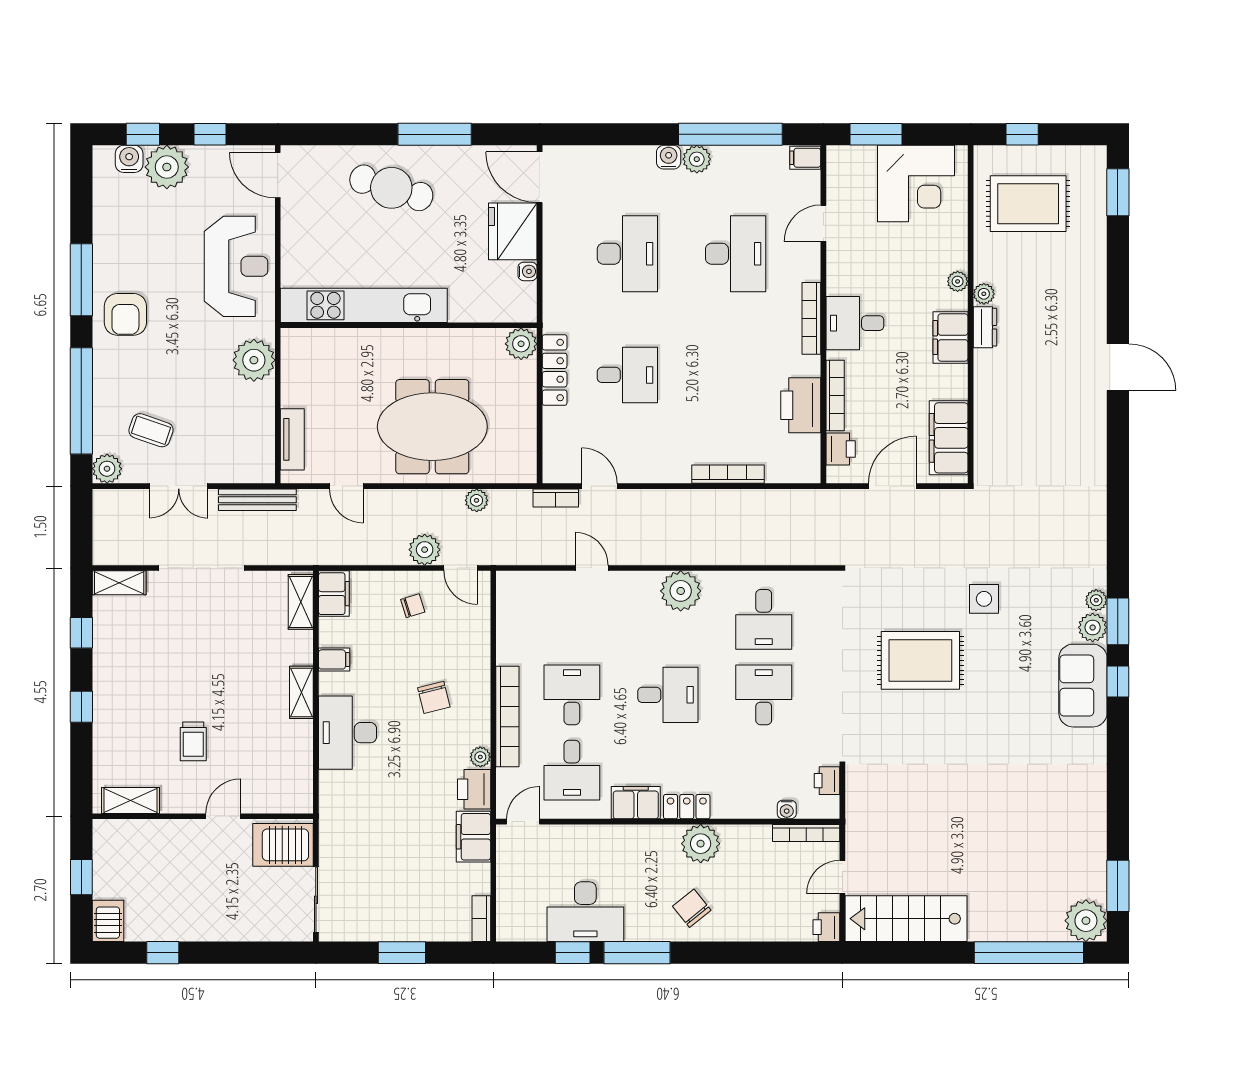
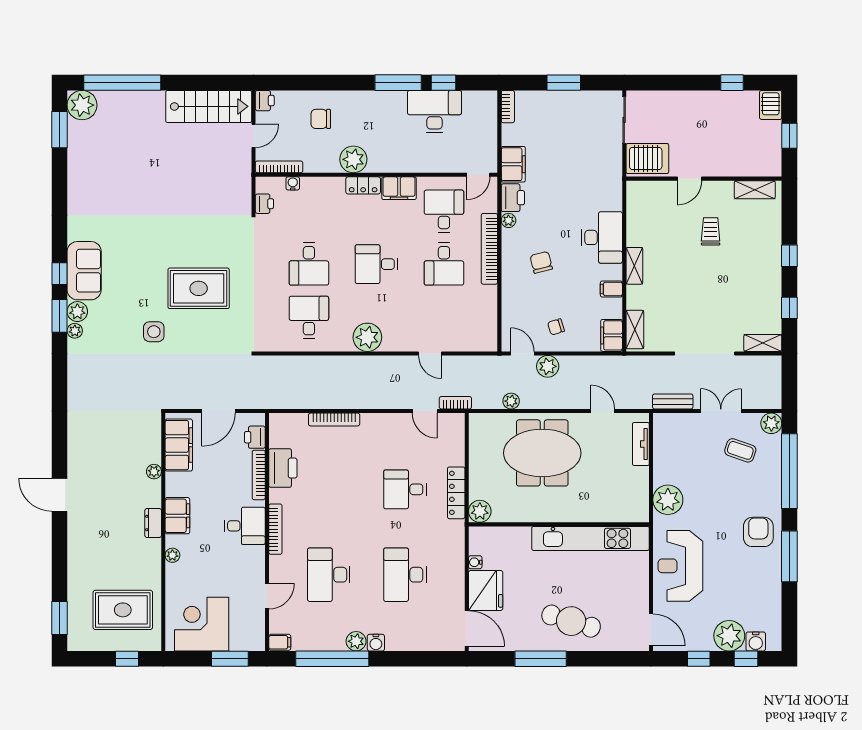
plant: (984, 294) -> (154, 472), moved
bench: (257, 500) -> (673, 401), width x0.73
chair: (692, 908) -> (321, 119), moved, turned 129

